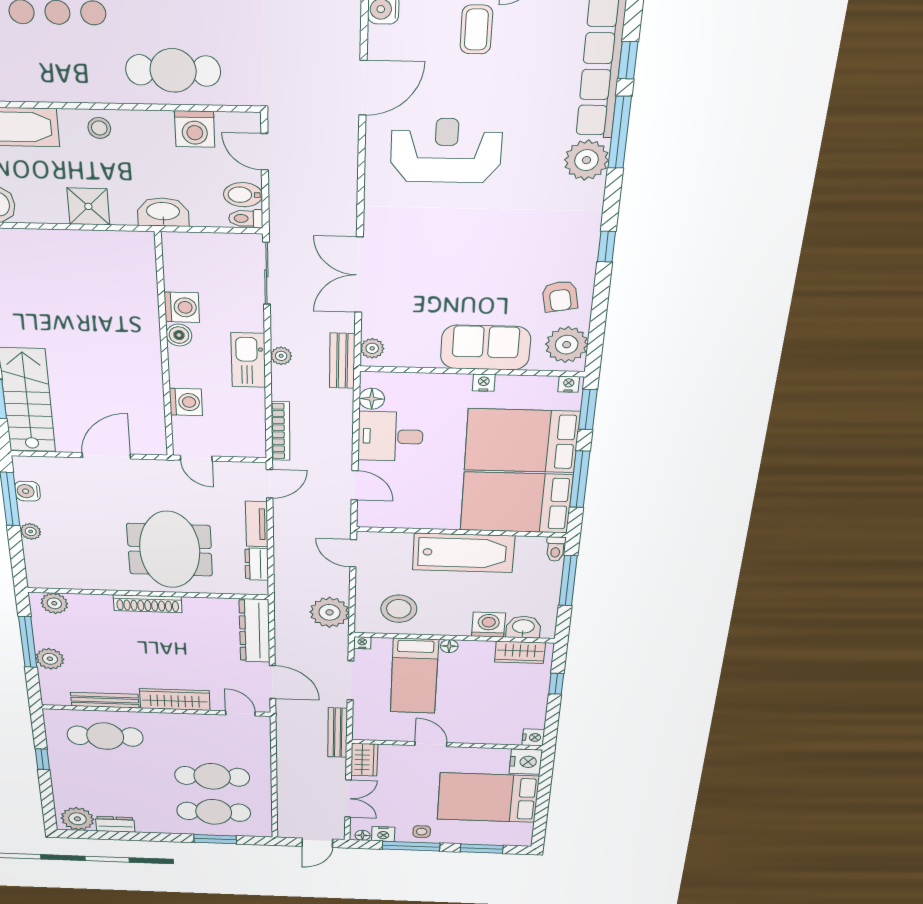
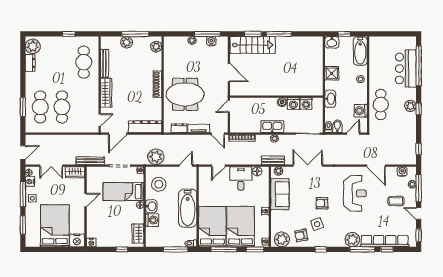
armchair: (470, 241) -> (322, 203), added
side table: (531, 255) -> (317, 224), added
sofa: (486, 348) -> (280, 194), moved
washing machine: (186, 402) -> (306, 103), moved
washbasin: (523, 627) -> (151, 206), moved
door: (317, 843) -> (23, 153), swing flipped

